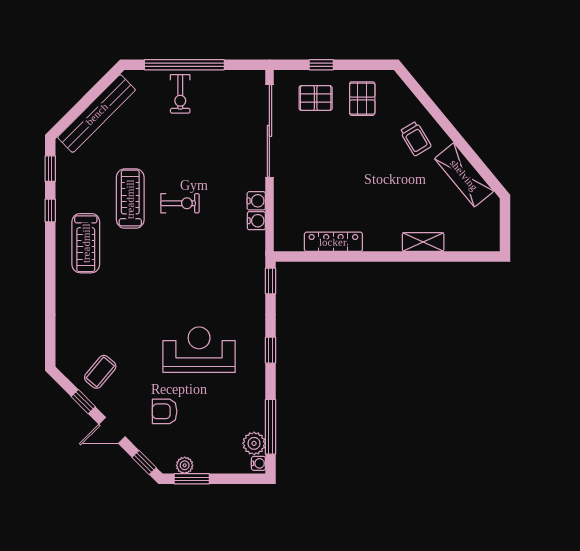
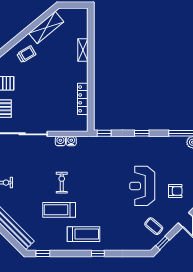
window: (50, 210) -> (98, 253), moved
reception desk: (199, 350) -> (142, 186), moved
window: (83, 402) -> (163, 243), moved
armchair: (165, 411) -> (175, 191), turned -90

